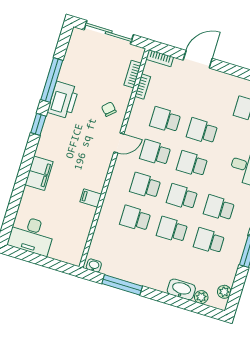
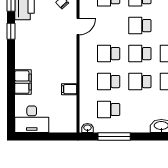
school desk: (155, 153) -> (109, 110), moved
filing cabinet: (39, 173) -> (23, 82), moved
filing cabinet: (91, 198) -> (69, 89), moved

